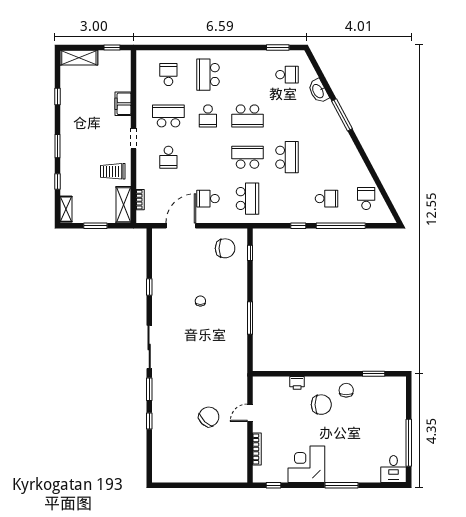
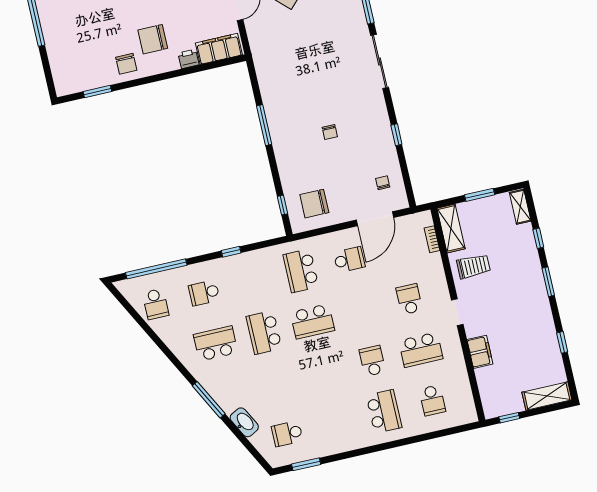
school desk: (248, 116) -> (216, 344), moved
window: (341, 226) -> (156, 269), moved
chair: (168, 252) -> (383, 183), added
filing cabinet: (272, 385) -> (219, 49), added

